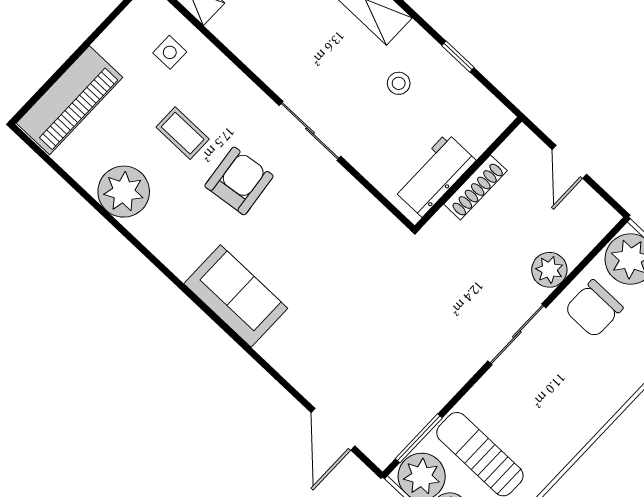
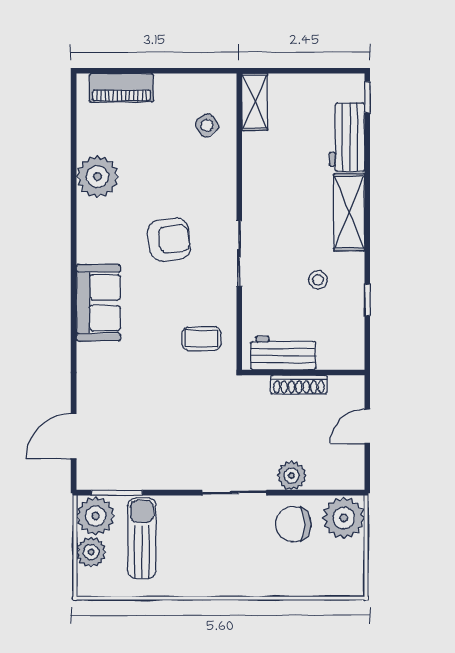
side table: (170, 52) -> (207, 125), turned -36
piano: (70, 100) -> (121, 88), width x0.73, depth x0.75
coffee table: (183, 133) -> (201, 339), moved, turned 90

